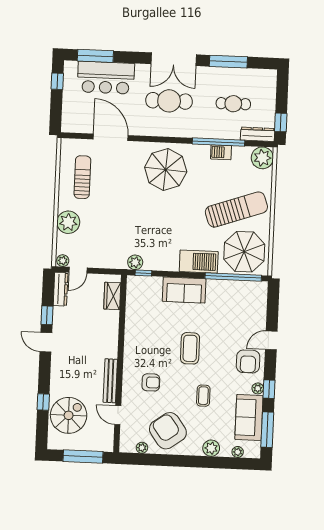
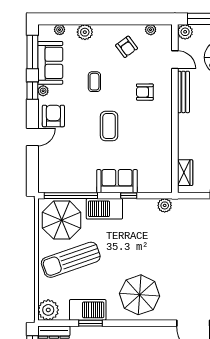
window: (218, 142) -> (91, 323), width x0.47
barbecue: (221, 152) -> (88, 310), width x1.88, depth x1.53
window: (143, 273) -> (129, 196), moved
armchair: (168, 431) -> (127, 47), width x0.53, depth x0.53
plant: (106, 444) -> (185, 32), added

